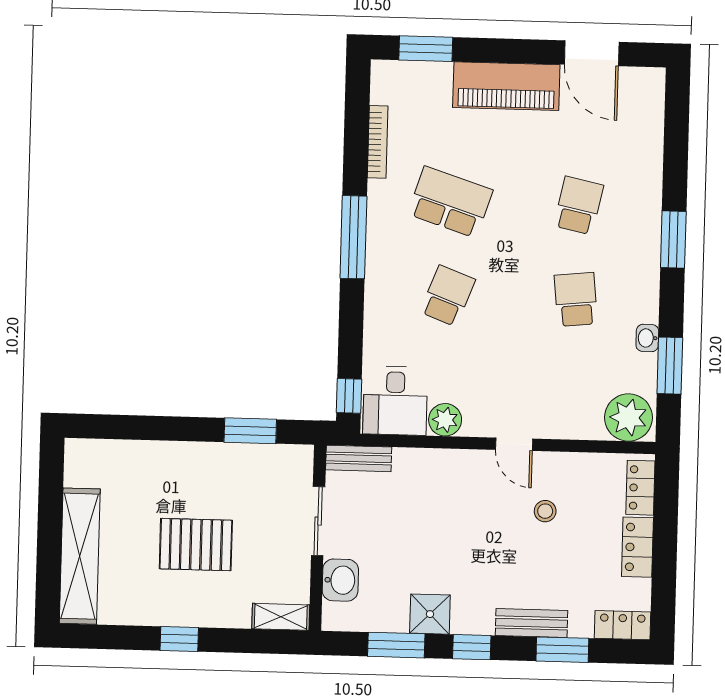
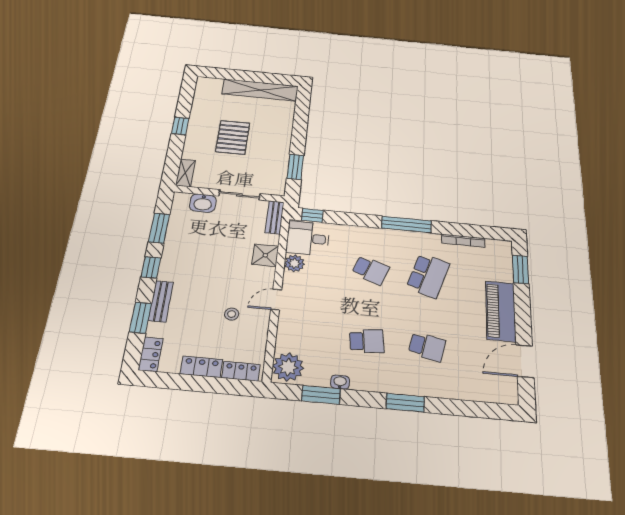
shelving: (80, 556) -> (260, 90), moved
shower: (430, 614) -> (265, 255), moved

